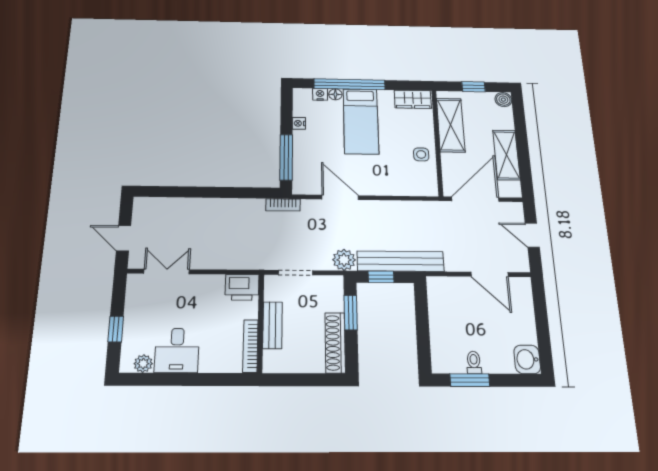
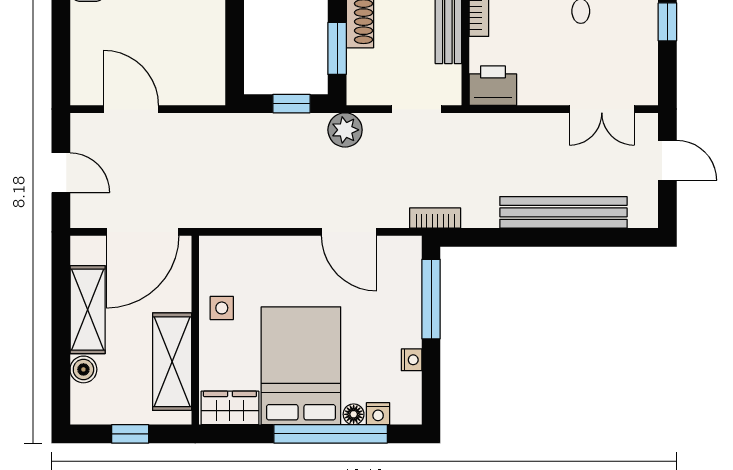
boiler: (503, 100) -> (83, 369), moved
bed: (361, 121) -> (301, 366), width x1.50
bench: (400, 261) -> (563, 212), moved

